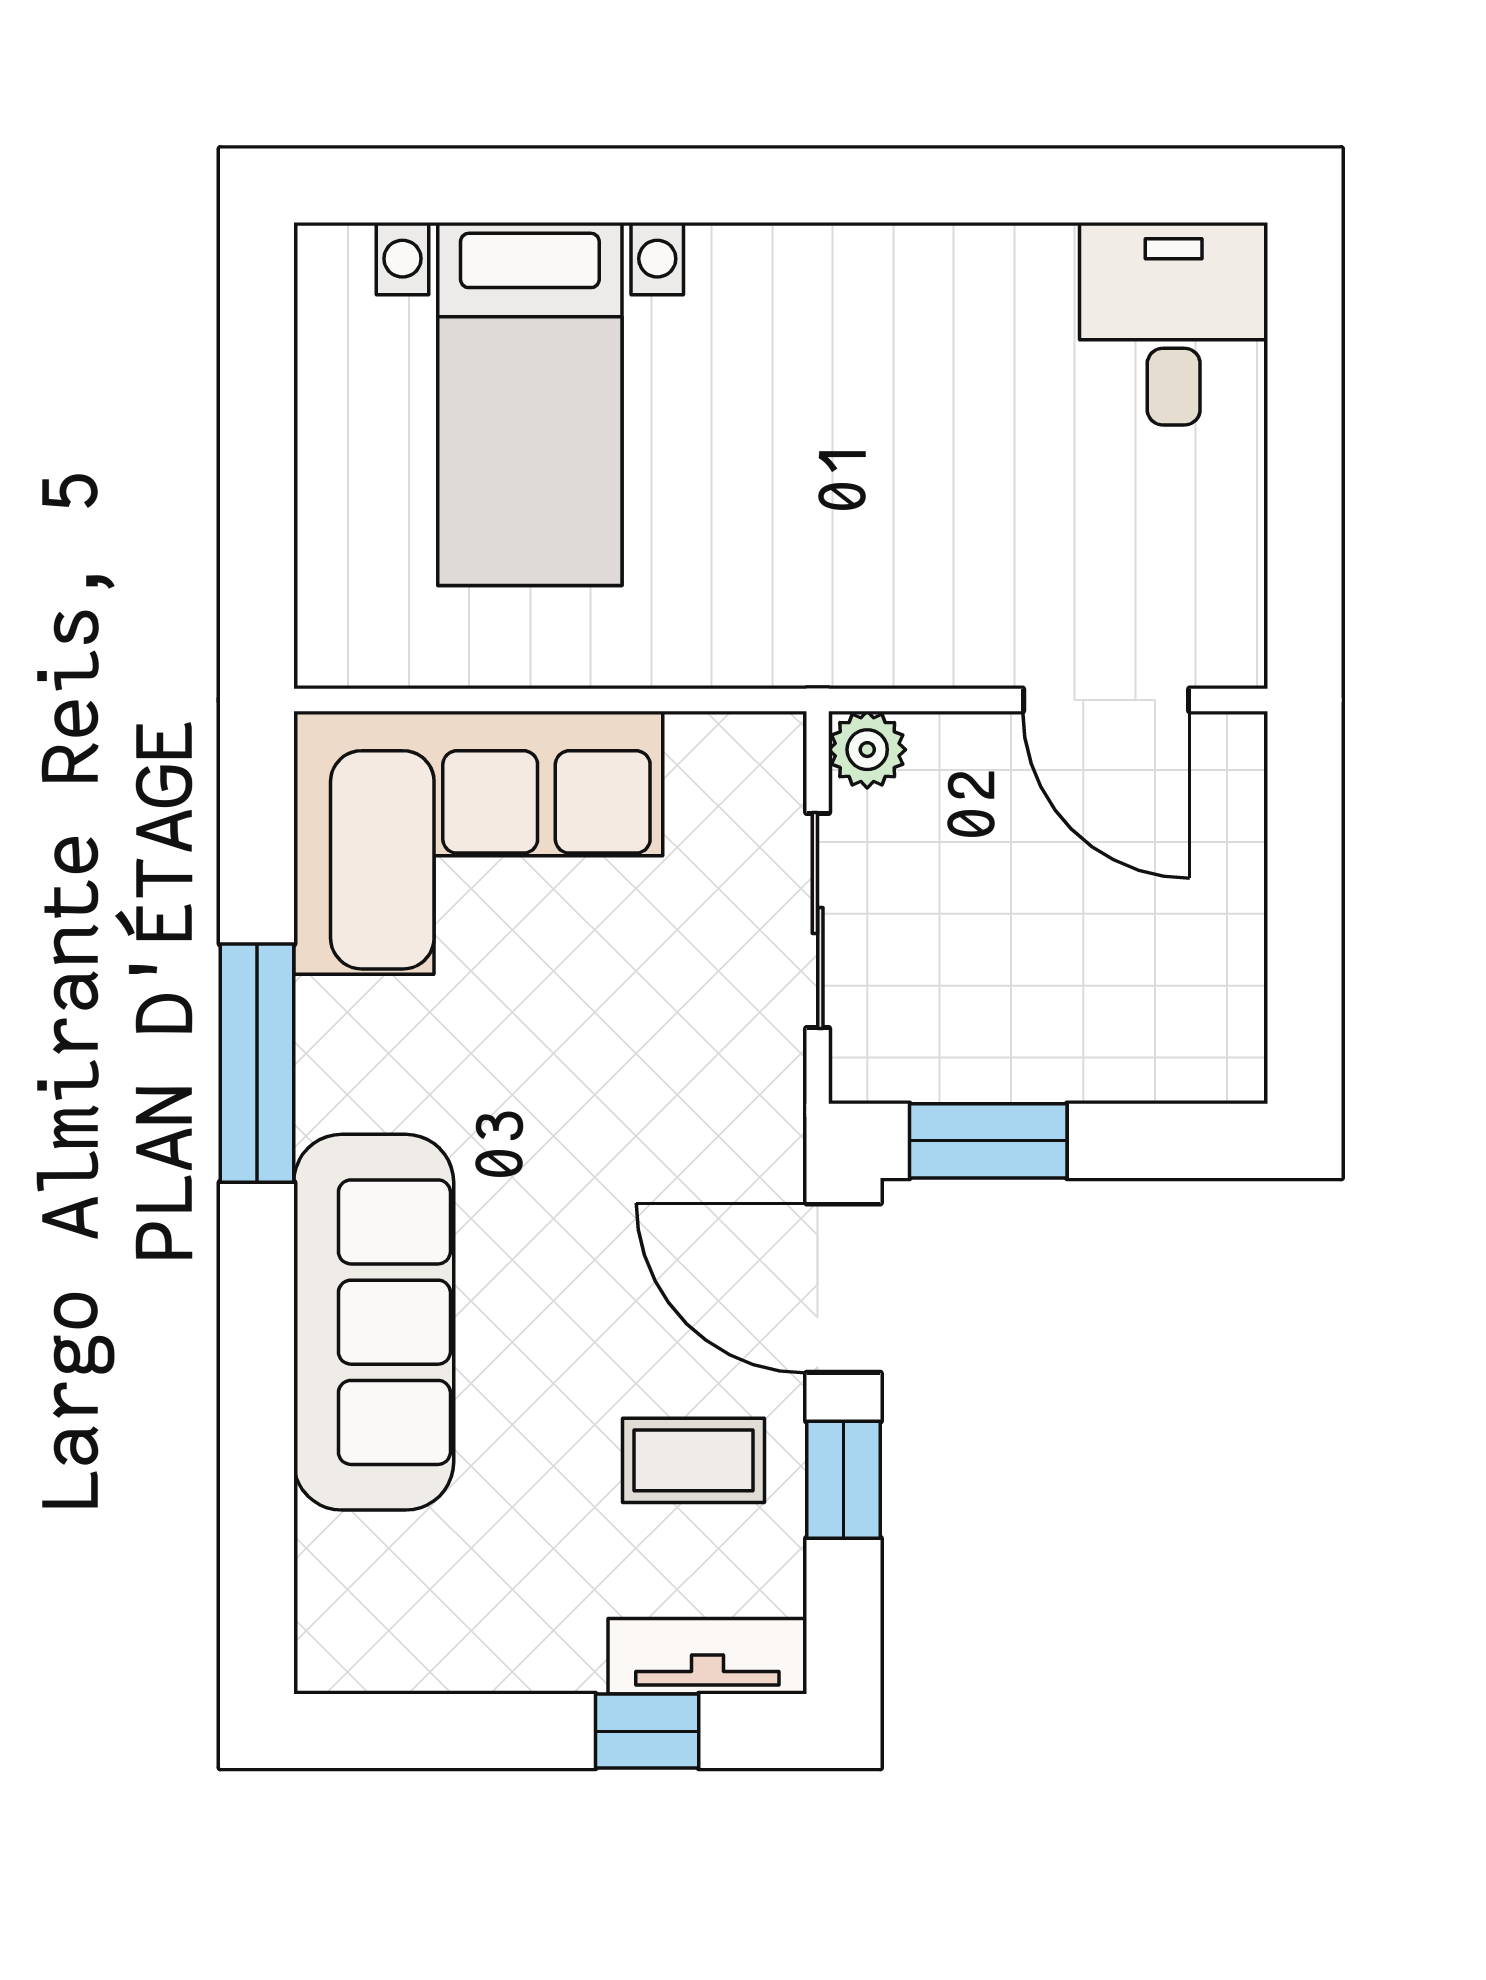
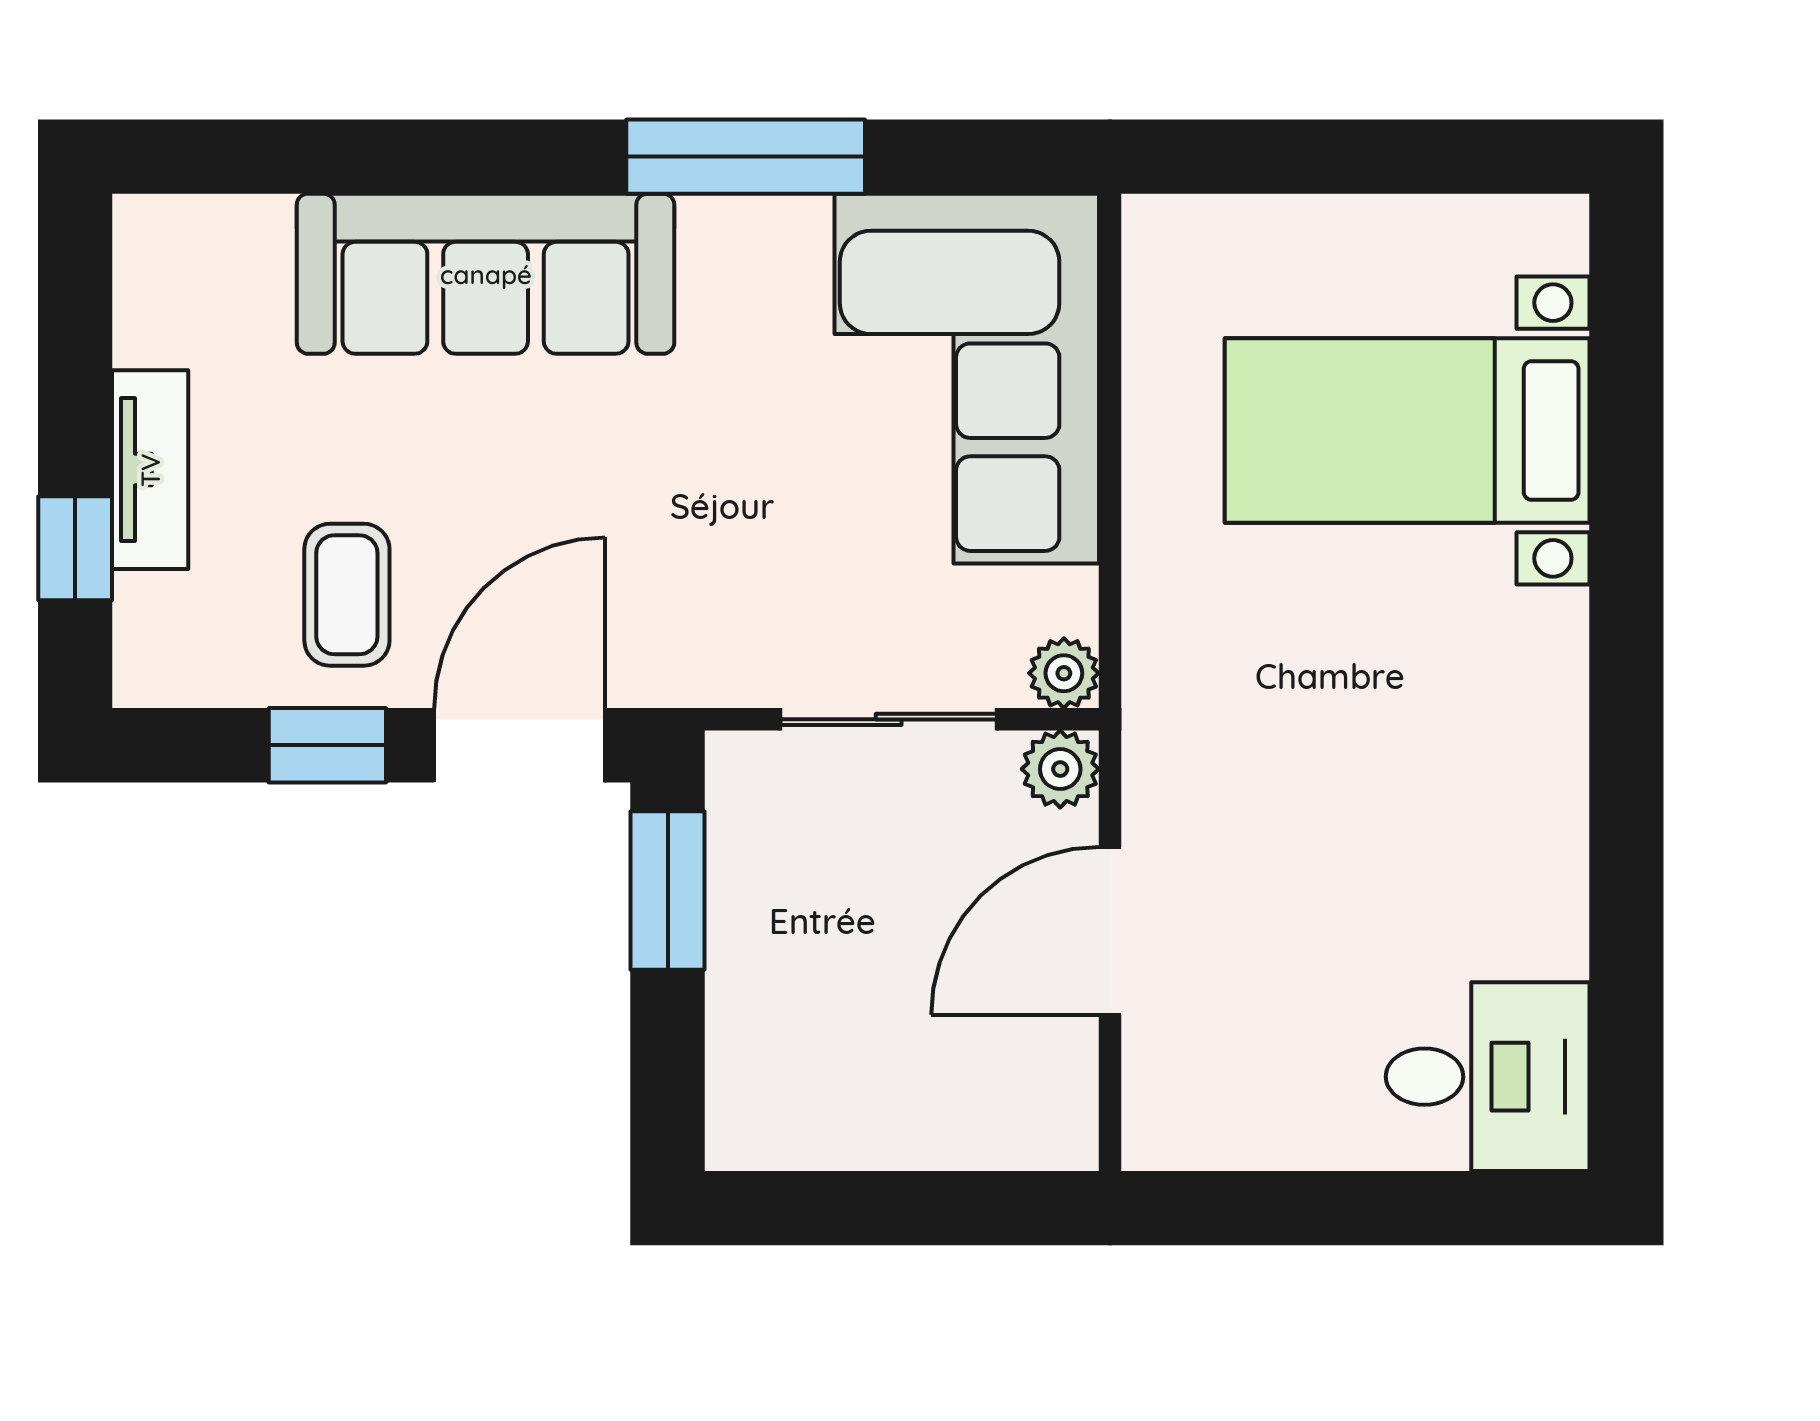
door: (1106, 700) -> (1110, 931), moved
plant: (772, 746) -> (1064, 673), added
tv unit: (707, 1656) -> (150, 470), moved

